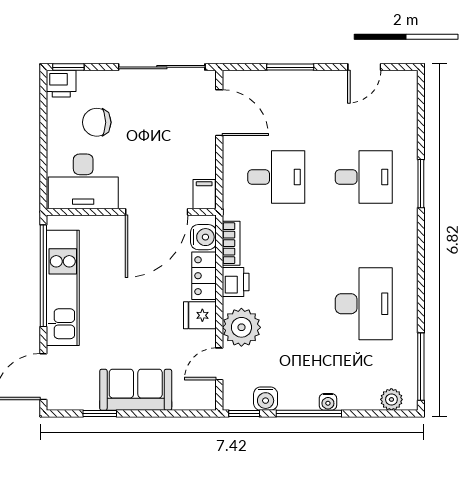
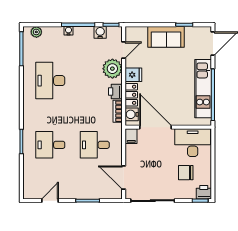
chair: (97, 122) -> (186, 173), turned 180
door: (157, 212) -> (155, 127), hinge flipped

